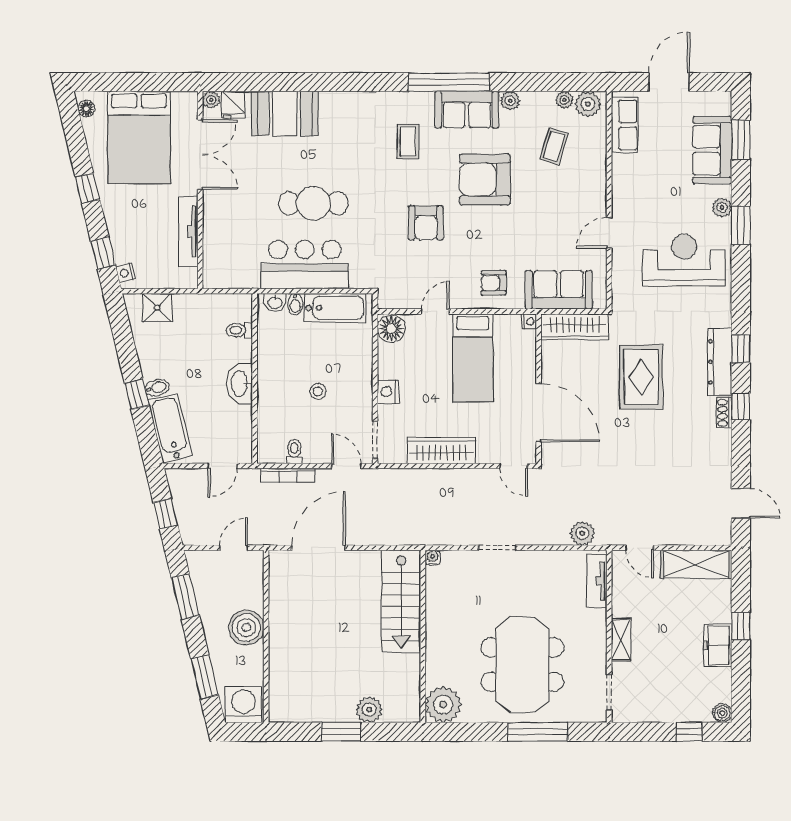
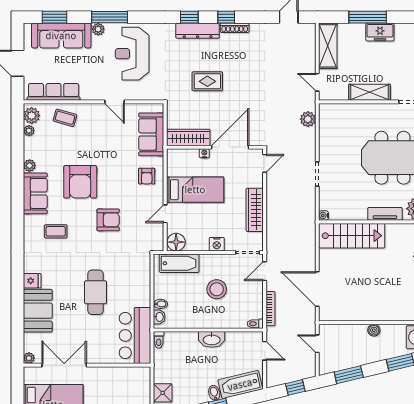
window: (449, 82) -> (17, 205), removed
fridge: (233, 105) -> (32, 281), moved
row of seats: (625, 125) -> (54, 92), width x1.48
coffee table: (554, 146) -> (65, 118), moved
sofa: (712, 150) -> (61, 36), width x1.36
window: (741, 225) -> (110, 17), width x1.44
tv unit: (188, 231) -> (113, 373), removed
bar counter: (305, 265) -> (135, 336), moved
bathtub: (335, 308) -> (179, 263), moved, turned 90
door: (435, 312) -> (165, 214), hinge flipped
nightstand: (529, 321) -> (204, 153), moved
wardrobe: (575, 327) -> (188, 137), moved, turned -90
toilet: (239, 330) -> (159, 340), moved
rug: (641, 377) -> (207, 81), width x0.73, depth x0.70
stool: (318, 392) -> (217, 289), width x1.89, depth x1.89
shoe rack: (724, 413) -> (235, 28), width x1.43
toilet: (294, 451) -> (255, 324), moved
door: (640, 548) -> (317, 82), swing flipped
tv unit: (597, 581) -> (385, 214), moved, turned 180
window: (741, 626) -> (368, 17), width x2.17
boiler: (246, 628) -> (374, 330), width x0.54, depth x0.54
shelving: (621, 640) -> (369, 92), width x1.50, depth x1.33

